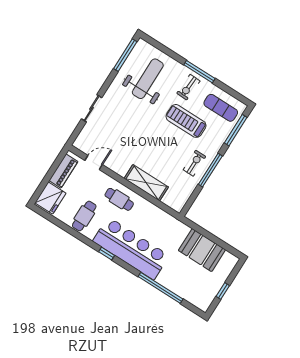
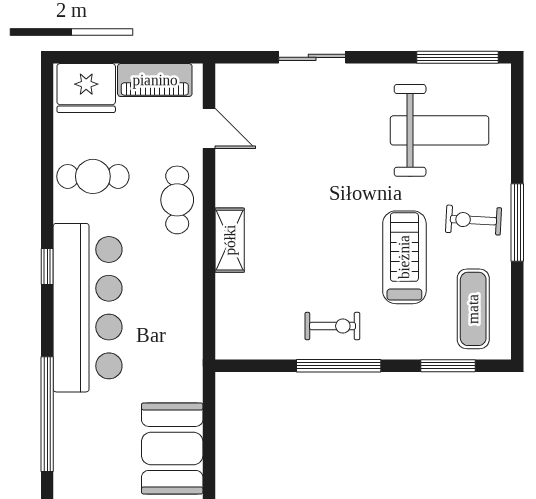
window: (236, 130) -> (448, 366), width x0.69
shelving: (146, 183) -> (230, 240), width x0.67, depth x0.75
cafe table: (119, 199) -> (177, 200), moved

